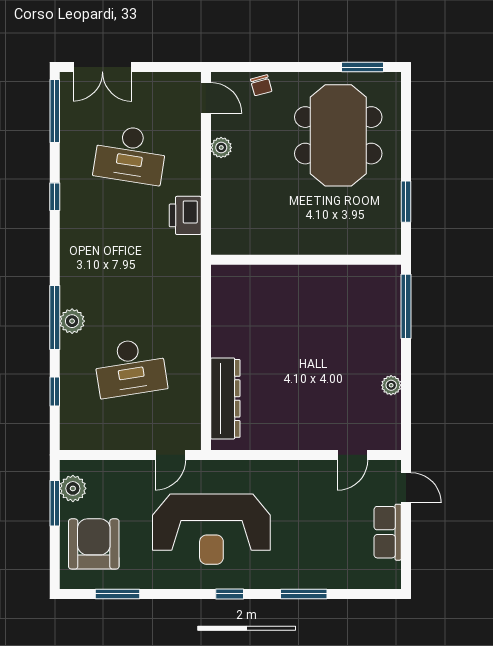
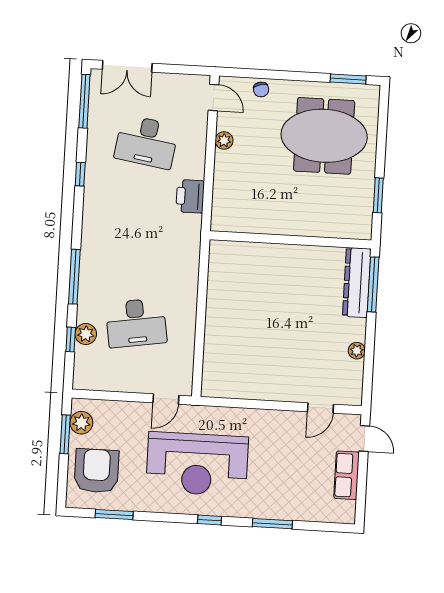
meeting table: (338, 135) -> (324, 136), turned 90
plant: (72, 321) -> (86, 334), moved
dresser: (225, 398) -> (357, 283), moved, turned 180

